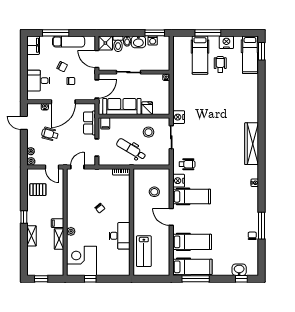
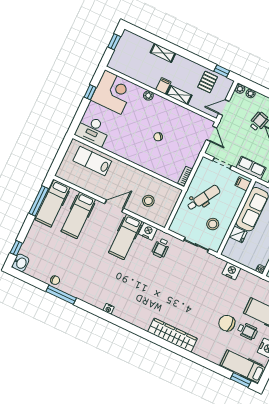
chair: (222, 84) -> (227, 323), added
nightstand: (179, 117) -> (231, 271), moved
wardrobe: (252, 144) -> (172, 335), moved
window: (24, 217) -> (222, 71), moved
desk: (119, 236) -> (93, 130), moved
shelving: (59, 239) -> (179, 95), moved
washbasin: (239, 270) -> (21, 263), moved

